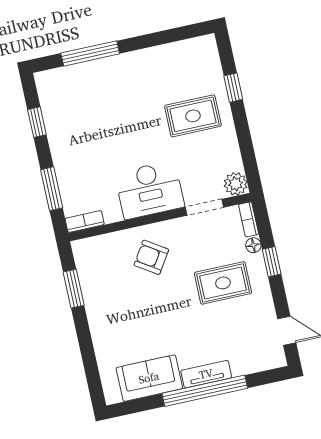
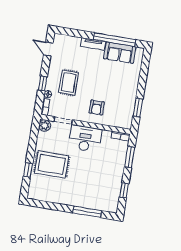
rug: (193, 116) -> (52, 164), width x1.36, depth x1.43
armchair: (151, 257) -> (97, 107), turned 57
rug: (223, 283) -> (69, 83), turned 90
window: (205, 391) -> (115, 40), moved

